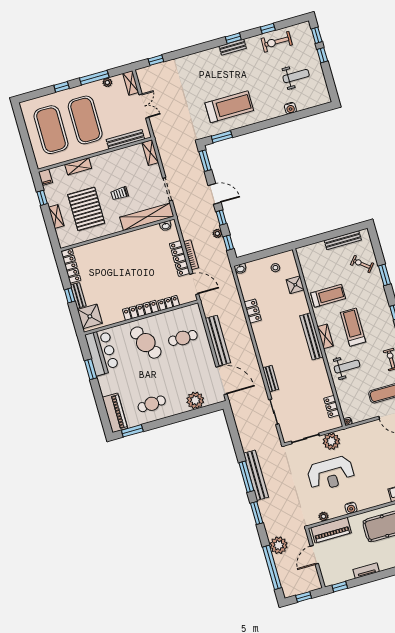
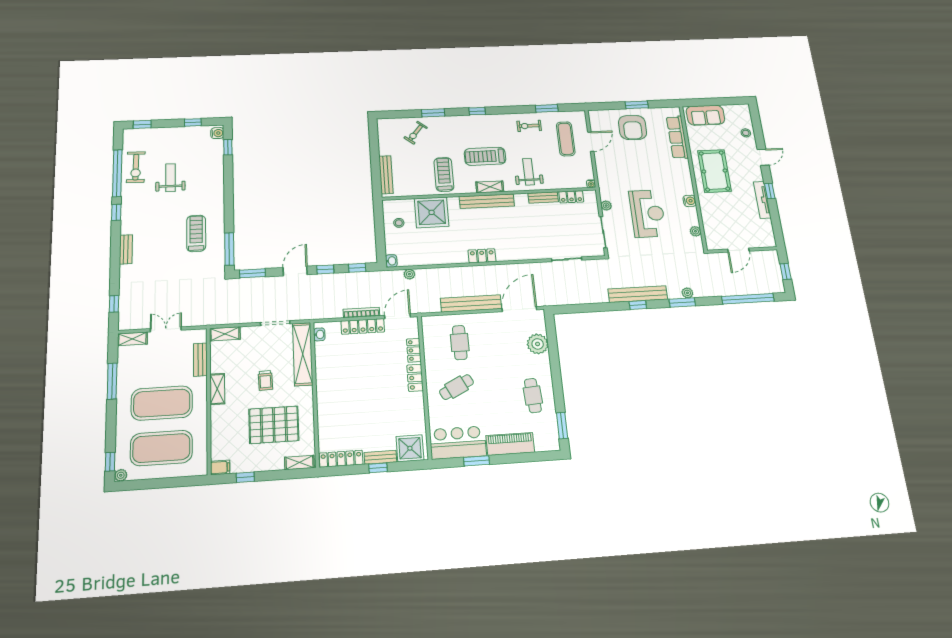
window: (268, 29) -> (117, 173), width x3.17
bench: (233, 47) -> (126, 249), moved
window: (322, 55) -> (193, 122), moved
weight bench: (296, 76) -> (171, 178), moved
plant: (107, 82) -> (121, 475), moved
window: (62, 87) -> (110, 462), moved
treadmill: (229, 107) -> (196, 233), width x0.73, depth x0.73
water cooler: (290, 108) -> (217, 133), moved
window: (312, 111) -> (228, 147), added
window: (222, 137) -> (229, 249), width x1.44
bench: (125, 139) -> (200, 360), width x0.73
shelving: (78, 166) -> (217, 389), moved
shelving: (56, 217) -> (299, 462), moved
plant: (217, 233) -> (409, 274), moved
bench: (343, 240) -> (386, 175), moved
shower: (295, 285) -> (432, 212), width x1.86, depth x1.86
locker: (140, 310) -> (415, 378), width x0.66
locker: (253, 311) -> (482, 256), moved
cafe table: (146, 343) -> (457, 387), width x0.73, depth x0.74
bench: (271, 379) -> (543, 198), moved
piano: (115, 413) -> (510, 444), moved
plant: (331, 441) -> (606, 206), width x0.53, depth x0.53
window: (246, 477) -> (638, 305), width x0.46
piano: (331, 530) -> (712, 227), removed
plant: (279, 545) -> (687, 293), moved, width x0.53, depth x0.53
door: (314, 555) -> (738, 250), hinge flipped
tv unit: (366, 571) -> (762, 200), width x1.41
window: (340, 587) -> (770, 191), moved

